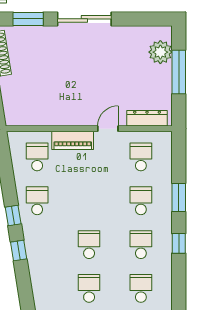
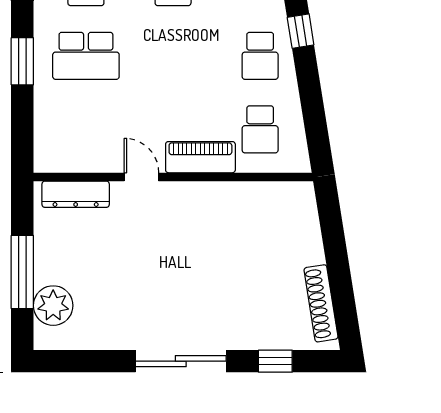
window: (28, 19) -> (275, 361), width x0.67
door: (108, 129) -> (141, 177), swing flipped
school desk: (141, 157) -> (86, 129), removed
school desk: (141, 201) -> (86, 56), width x1.85

